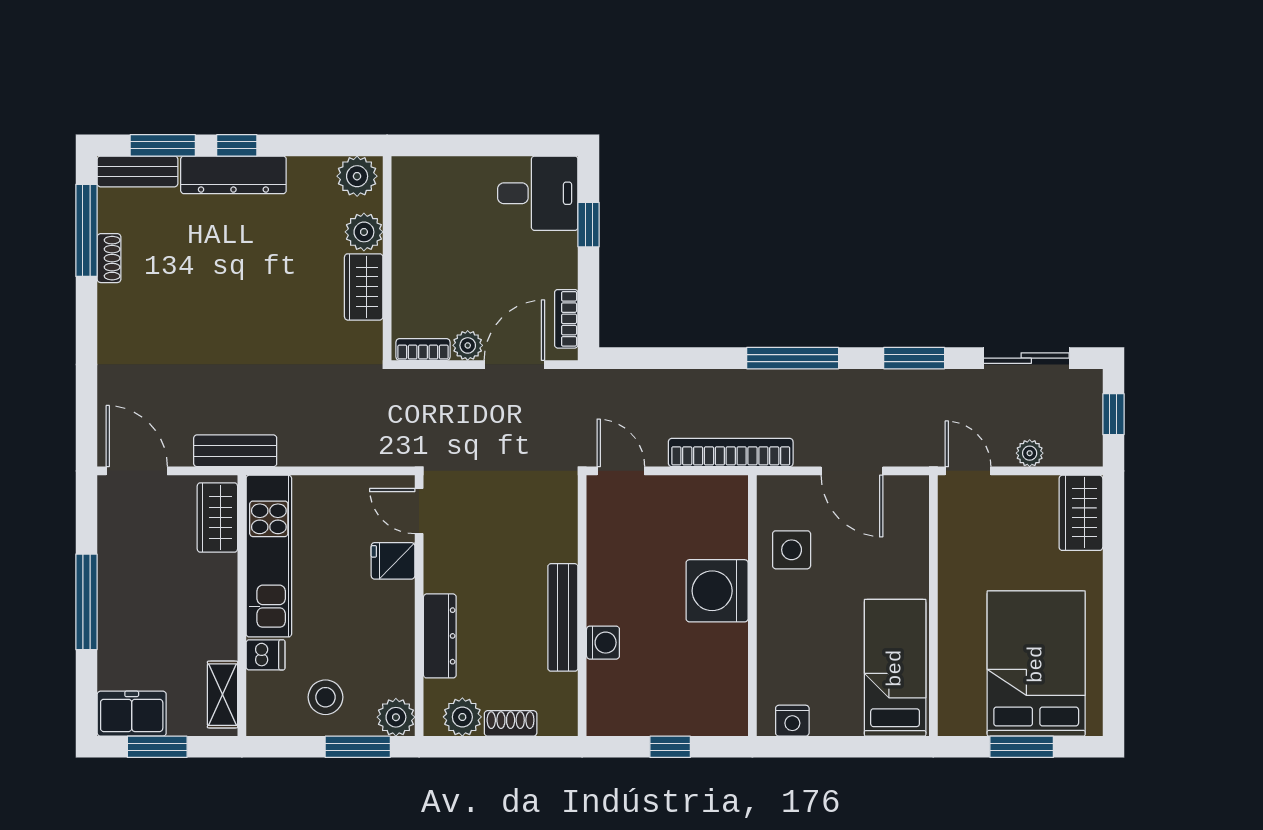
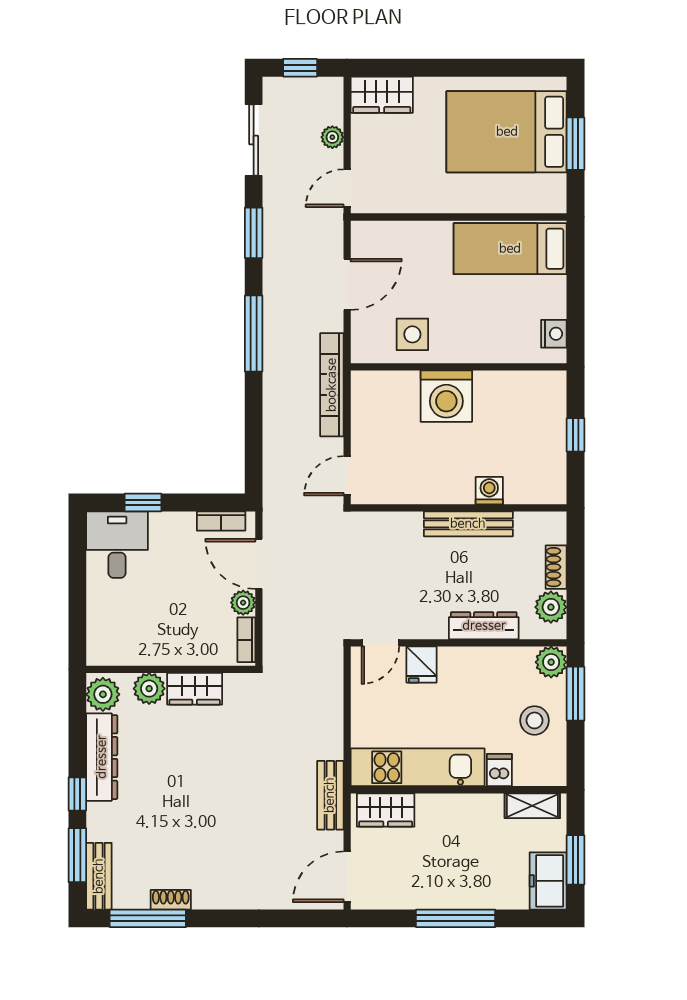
dresser: (233, 175) -> (102, 757), moved

